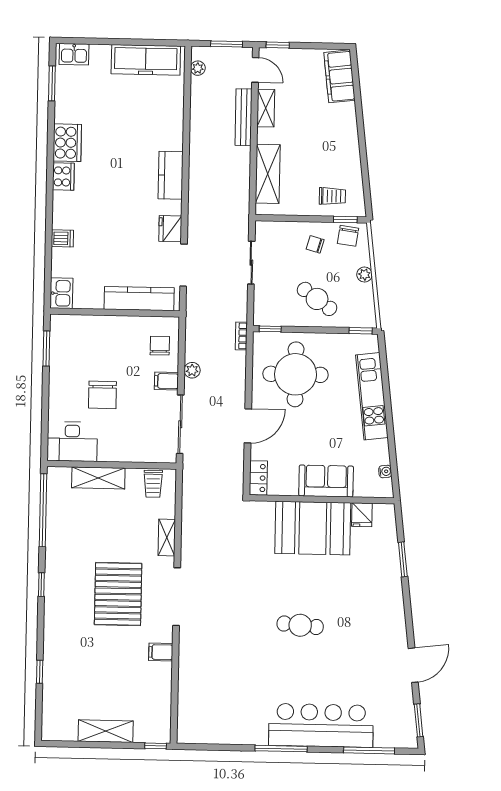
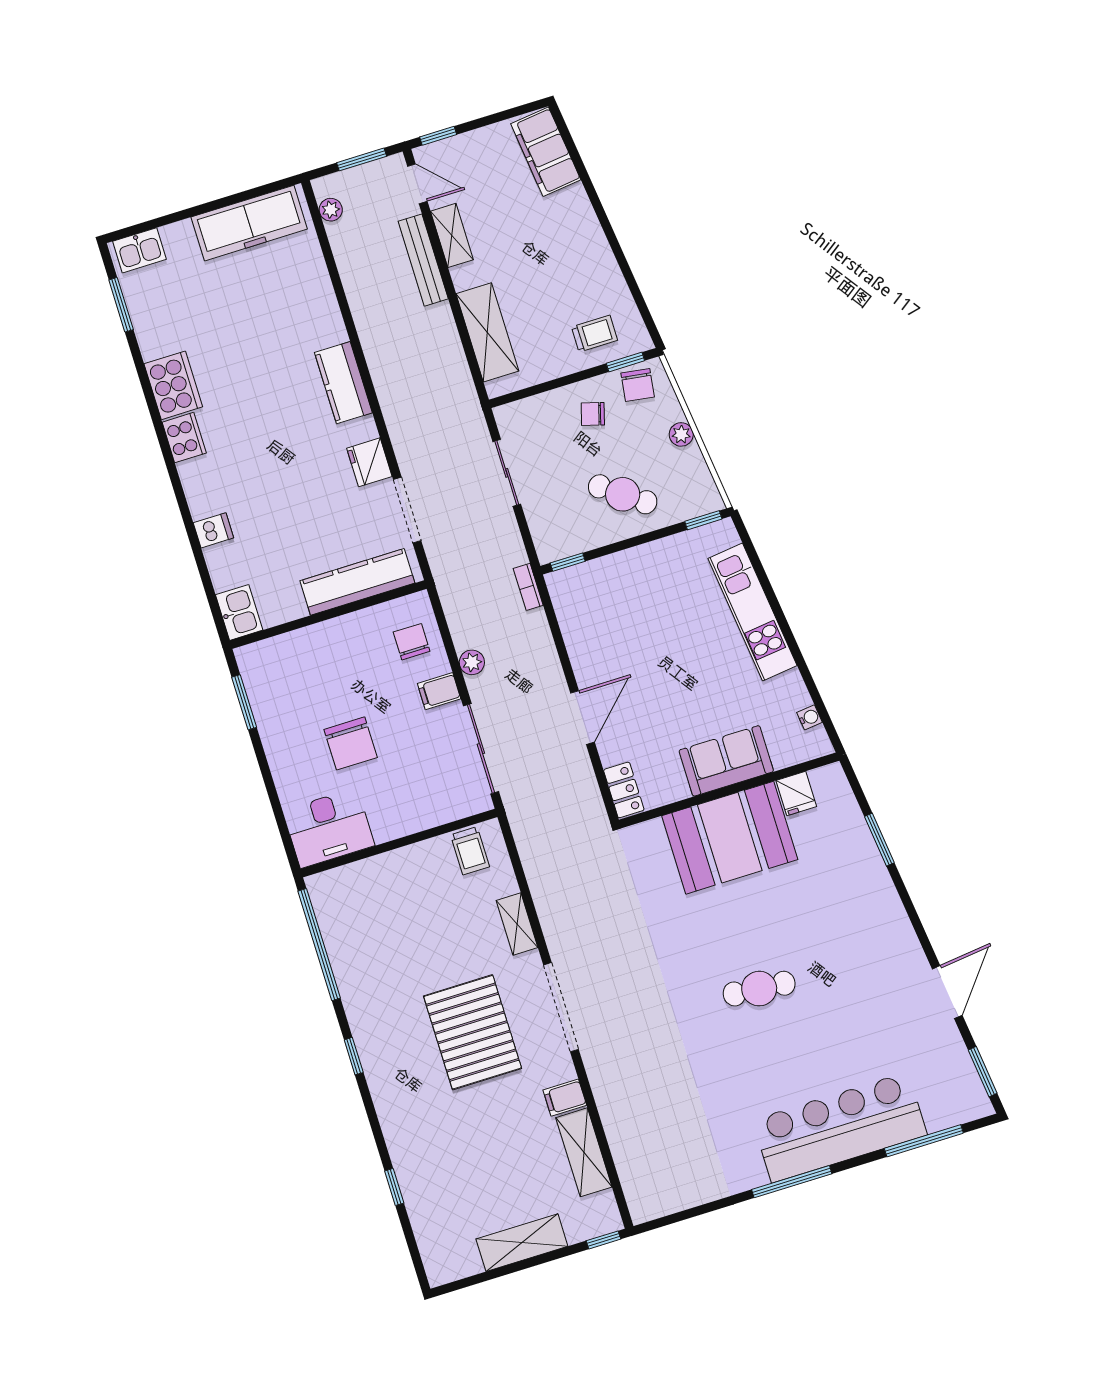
round table: (296, 374) -> (628, 617), removed
shelving: (98, 478) -> (584, 1152), moved, turned 90

